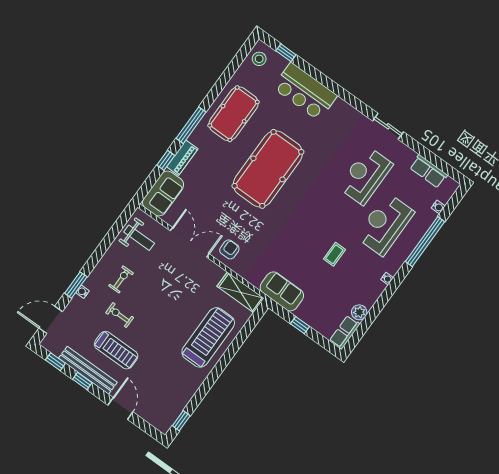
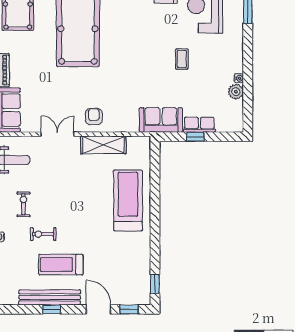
double door: (190, 242) -> (57, 134), width x0.73
water cooler: (387, 279) -> (239, 78), moved
shelving: (241, 292) -> (103, 145), moved
row of seats: (345, 332) -> (199, 125), moved, turned 90
treadmill: (116, 350) -> (61, 265), turned 180
window: (55, 362) -> (129, 309), moved

